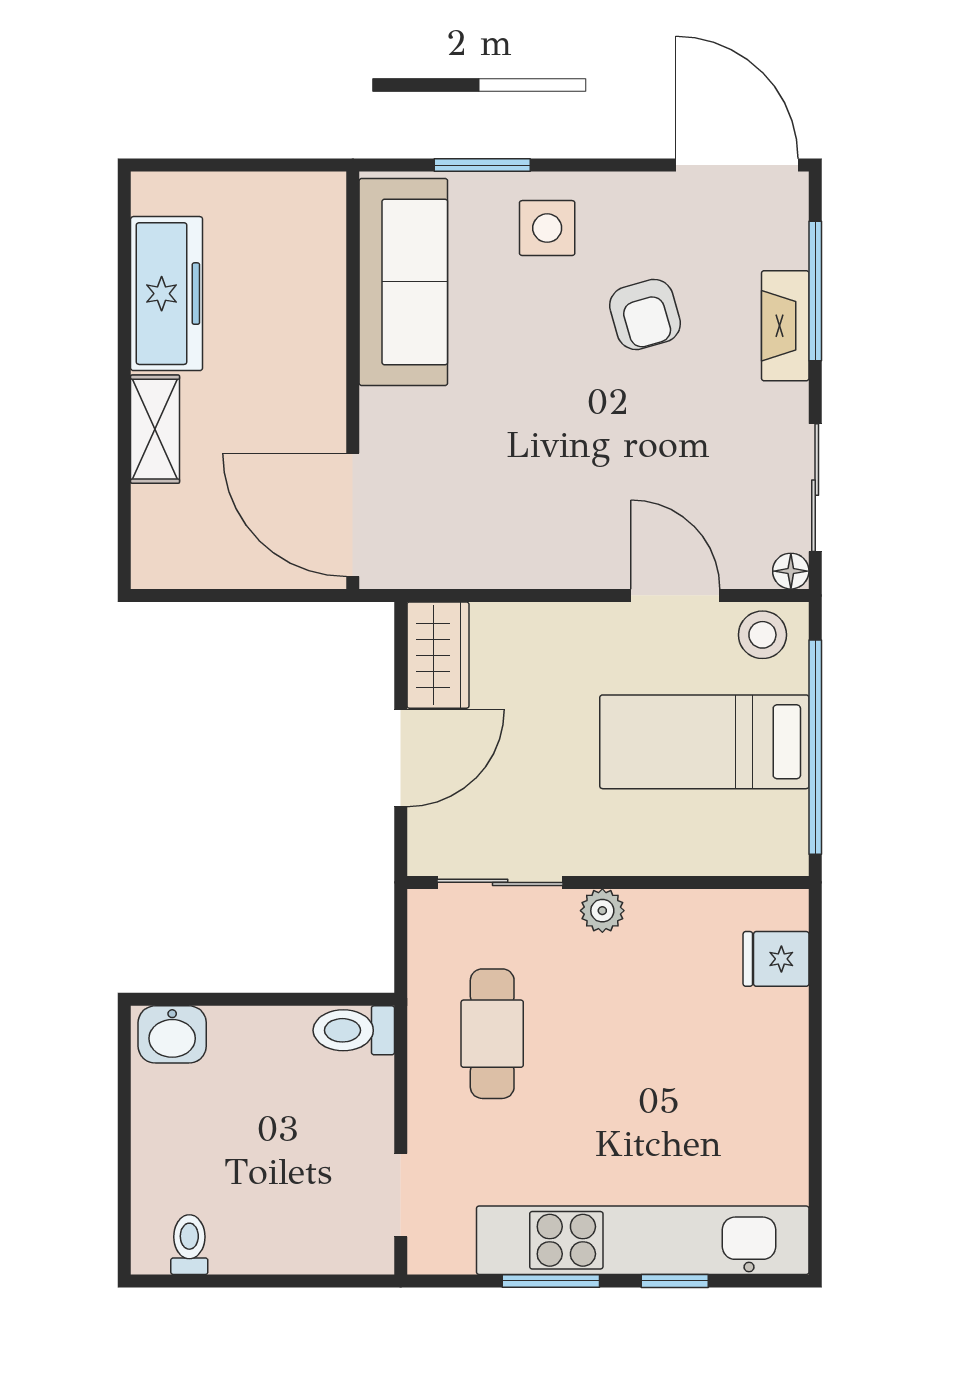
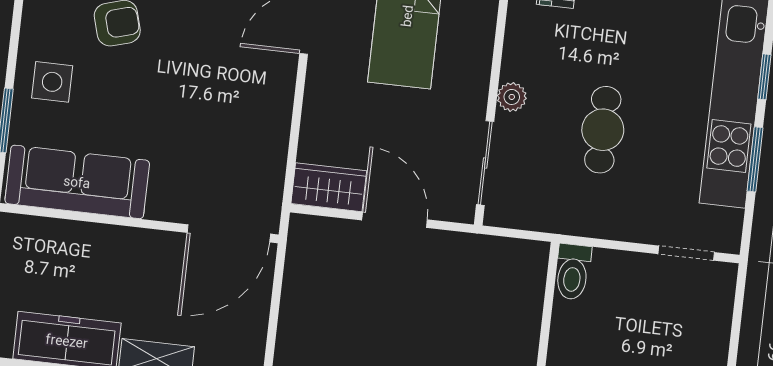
cafe table: (492, 1034) -> (603, 130), moved, turned 90

